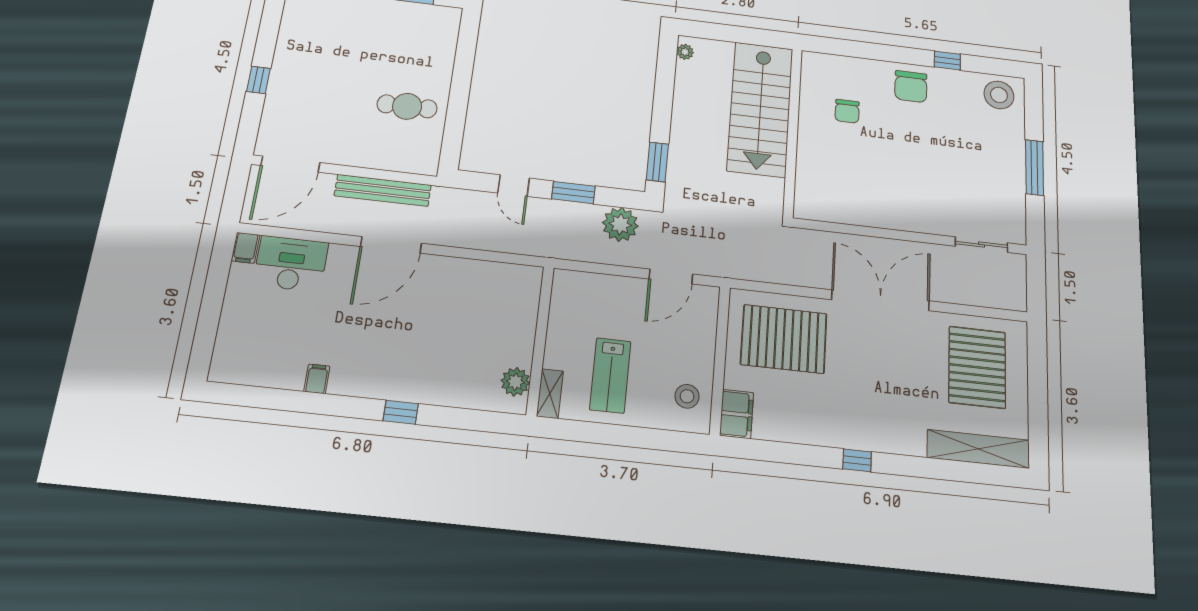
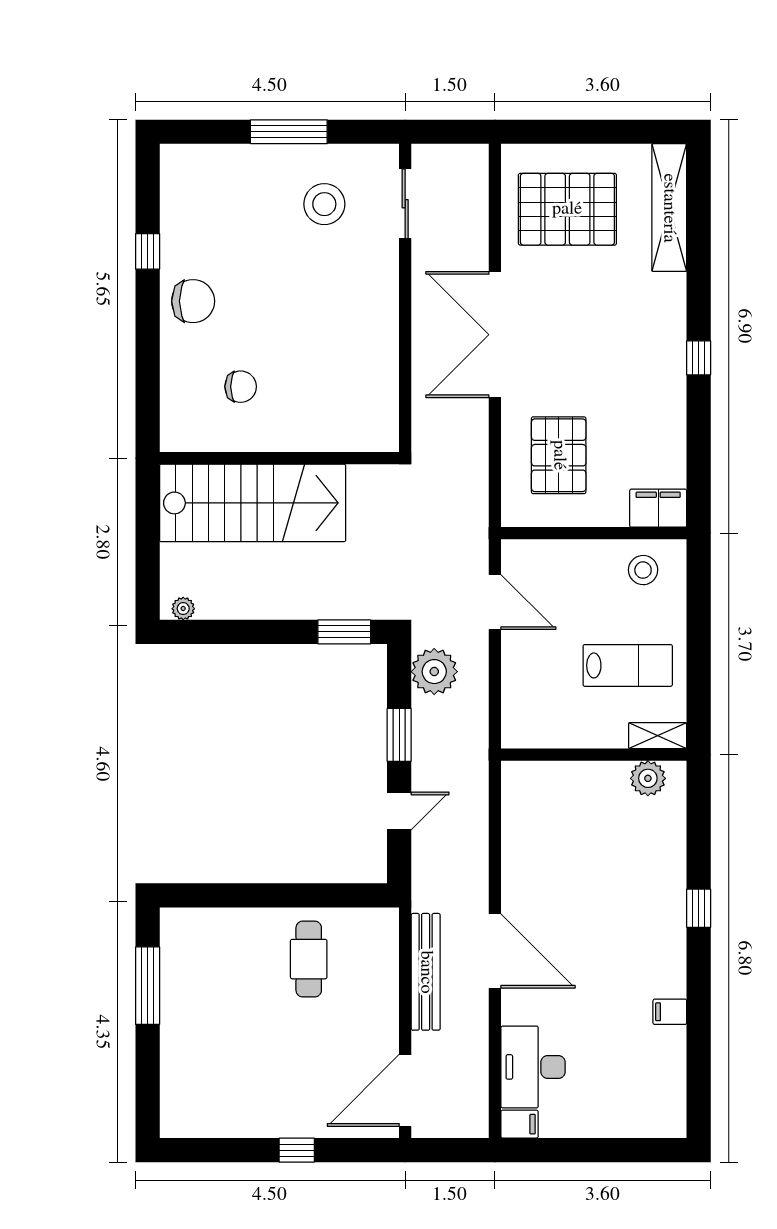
stool: (999, 95) -> (324, 204), moved
door: (290, 164) -> (405, 1090), swing flipped
pallet: (784, 339) -> (559, 455), width x0.73, depth x0.71

